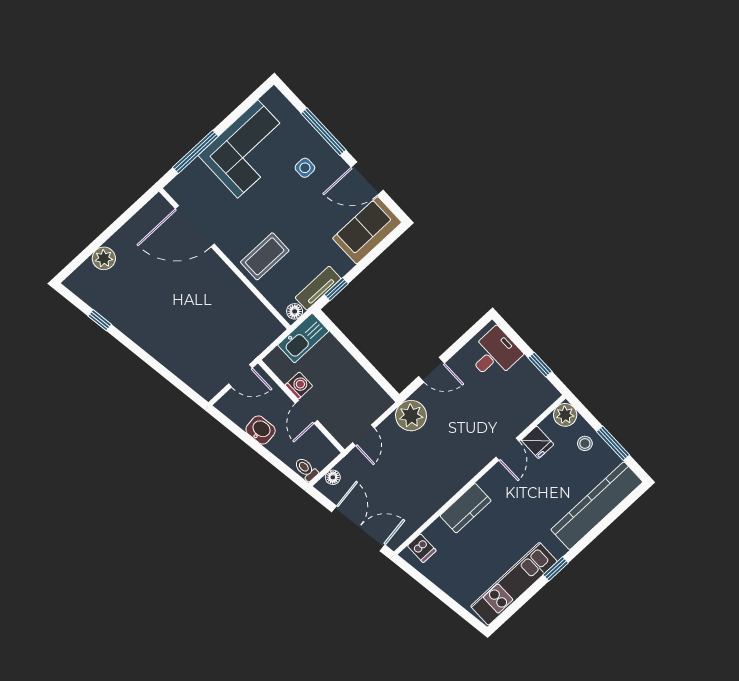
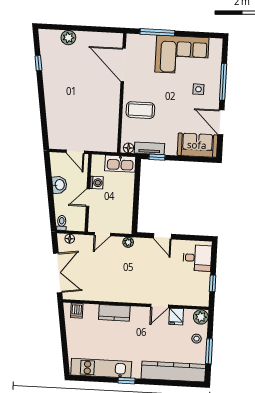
plant: (411, 416) -> (128, 242), width x0.53, depth x0.53

